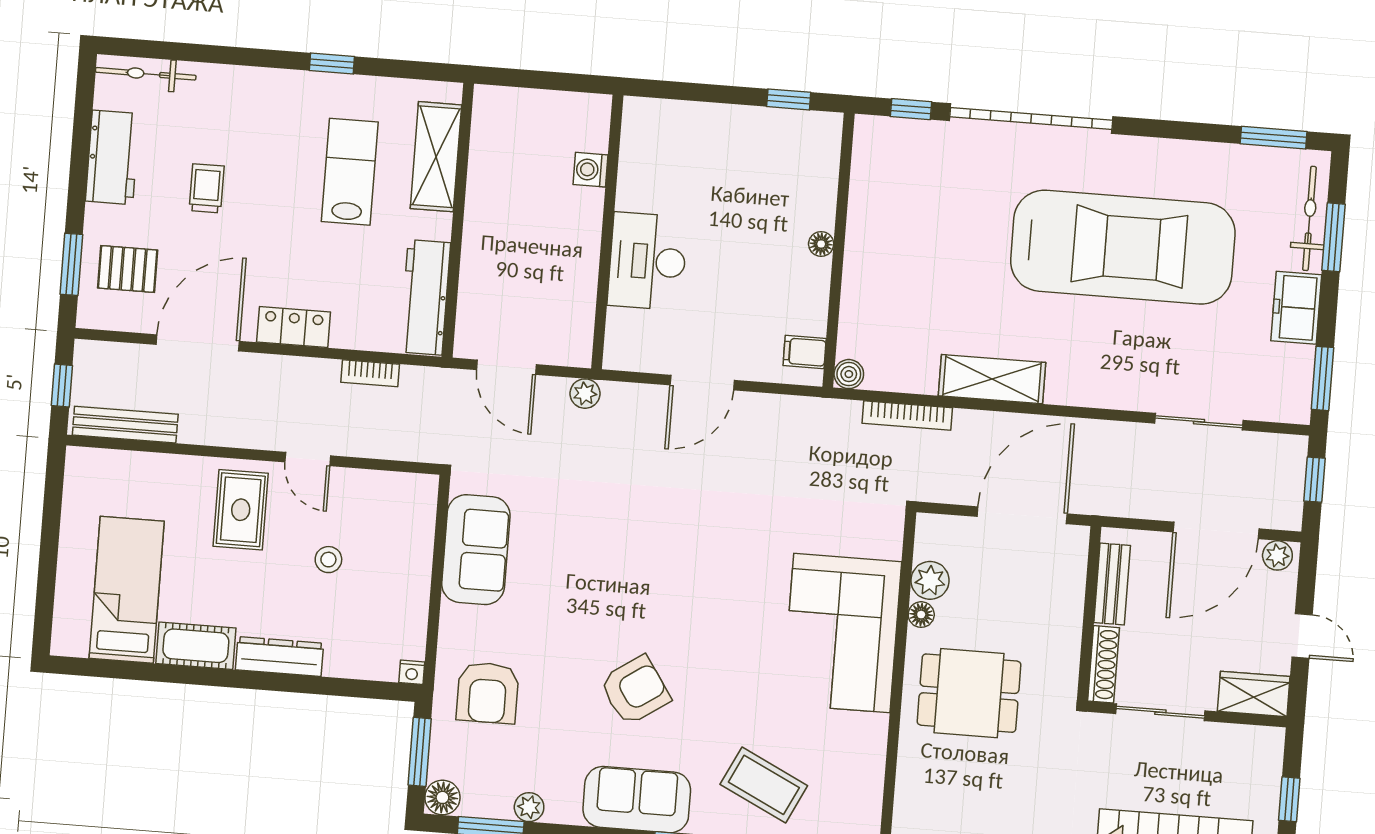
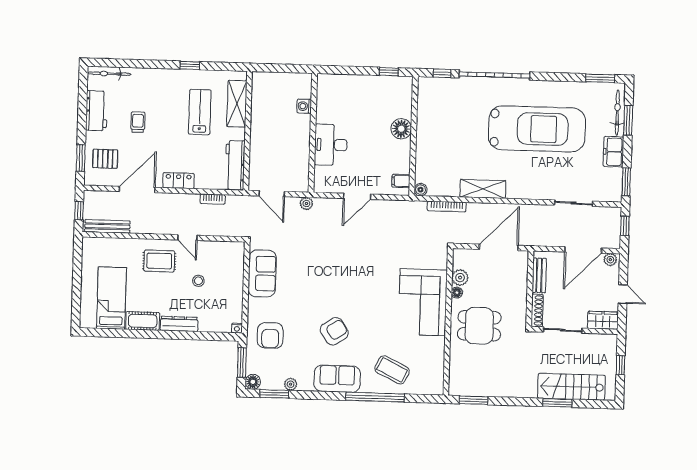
floor lamp: (821, 244) -> (401, 129), width x1.89, depth x1.89
rug: (241, 510) -> (159, 261), turned 90

